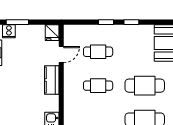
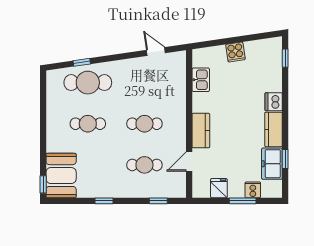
window: (106, 22) -> (158, 201), moved
fridge: (52, 33) -> (219, 188), moved
cafe table: (145, 86) -> (88, 124), width x0.73, depth x0.74

